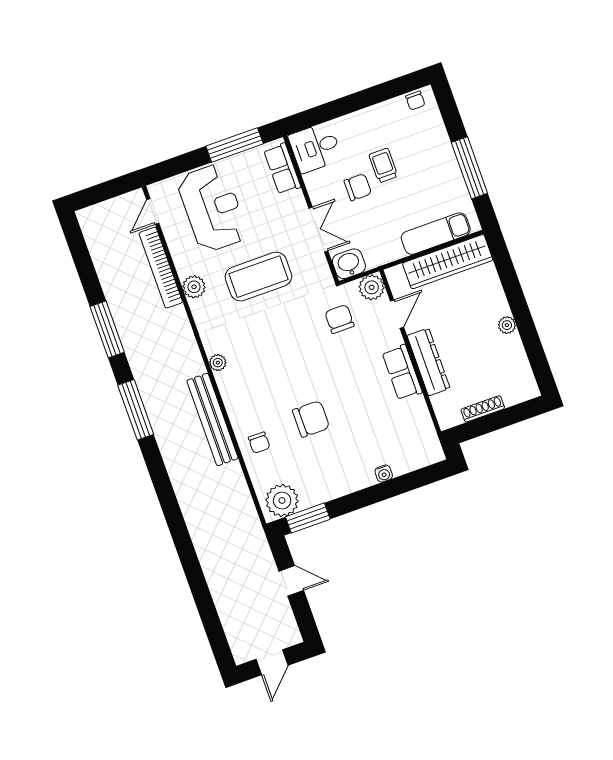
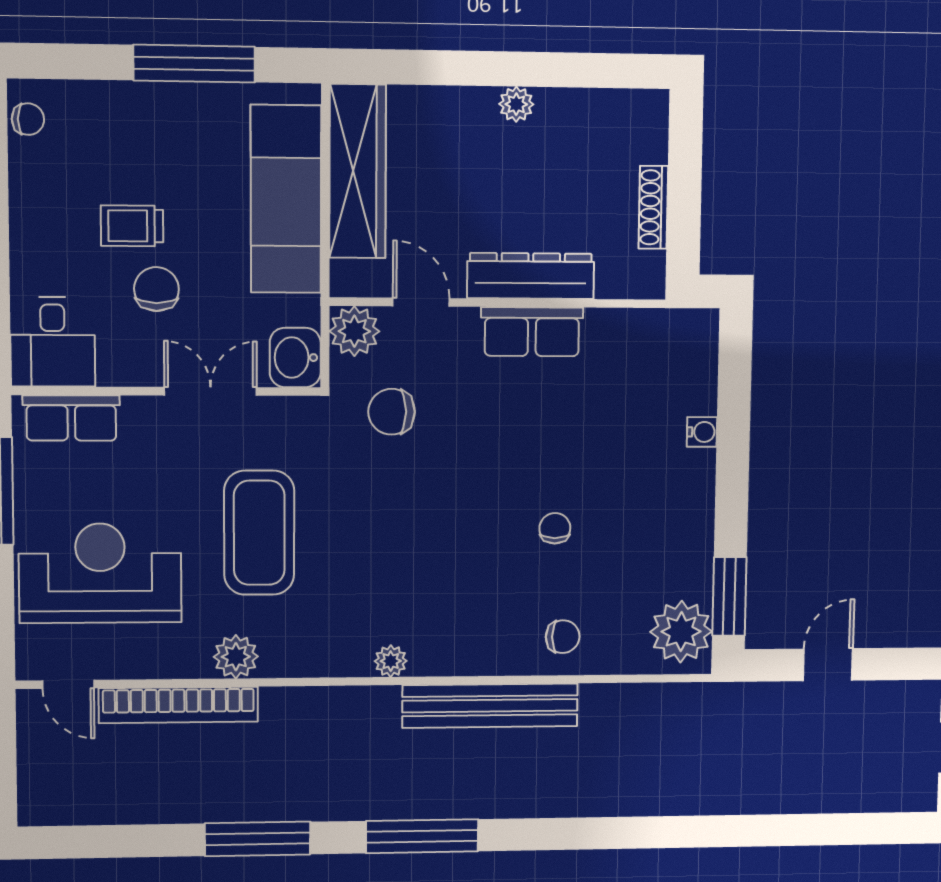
exam couch: (436, 234) -> (286, 199), width x1.36, depth x1.45
chair: (311, 419) -> (555, 528), width x0.54, depth x0.54

